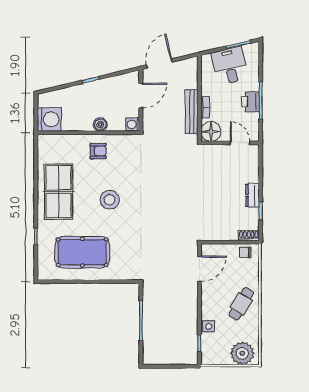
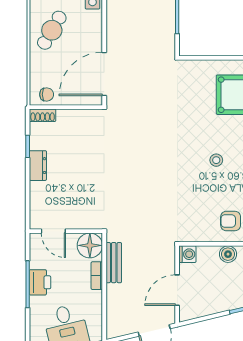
bench: (192, 112) -> (114, 263), width x0.73
stool: (110, 200) -> (216, 160), width x0.53, depth x0.53
door: (199, 269) -> (104, 74), width x1.36

